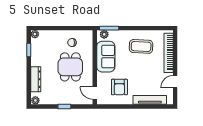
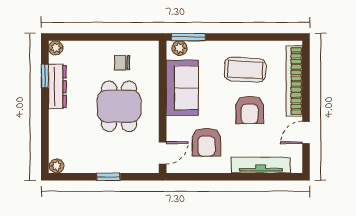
armchair: (144, 69) -> (250, 110), added
dresser: (36, 79) -> (57, 86), moved
door: (95, 93) -> (163, 153), swing flipped

